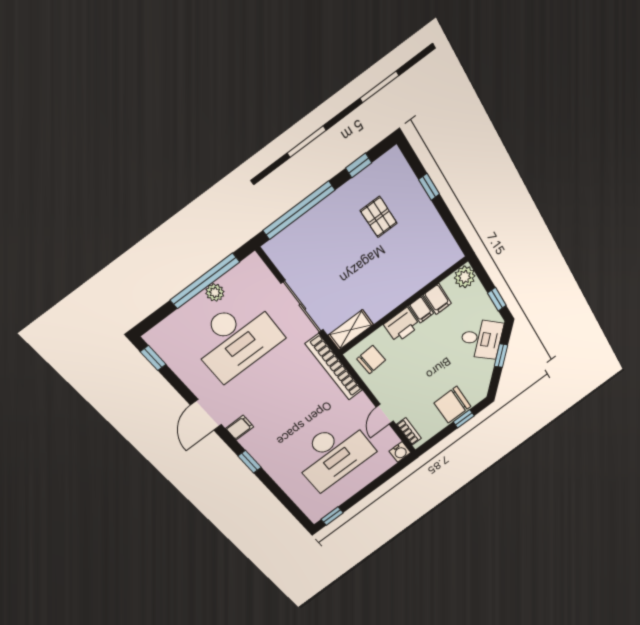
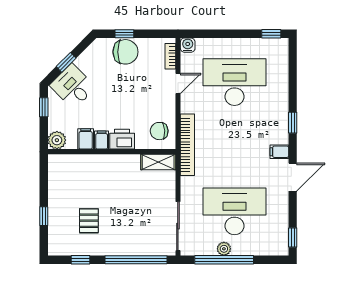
sliding door: (302, 307) -> (178, 226), moved

